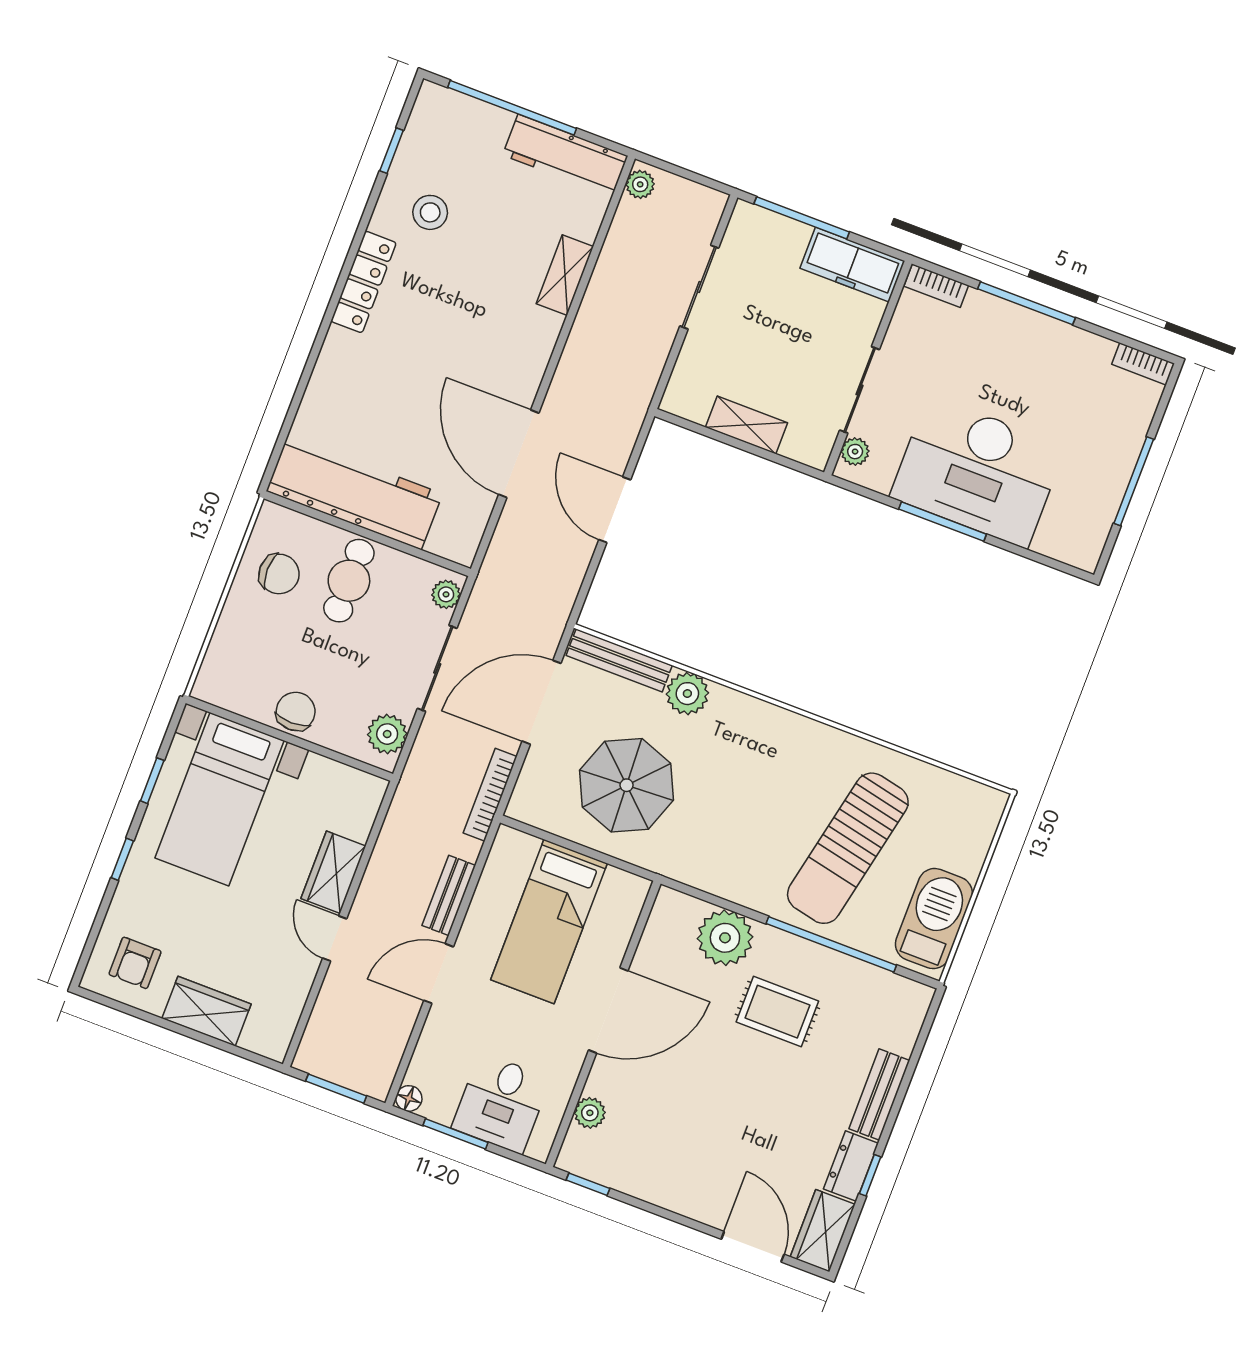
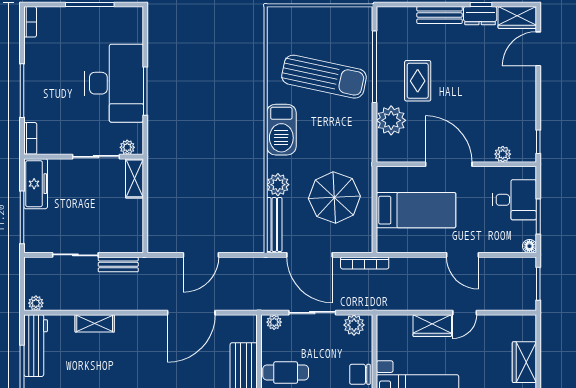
shelving: (747, 425) -> (134, 178), moved
bench: (449, 895) -> (118, 264), moved
barbecue: (934, 919) -> (281, 130), moved, turned -90

